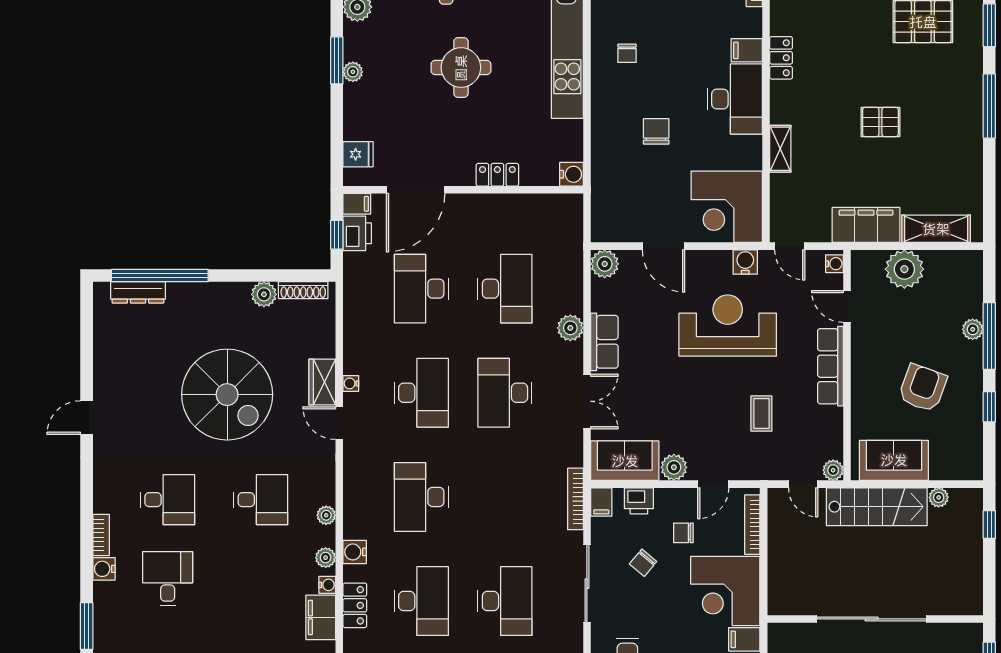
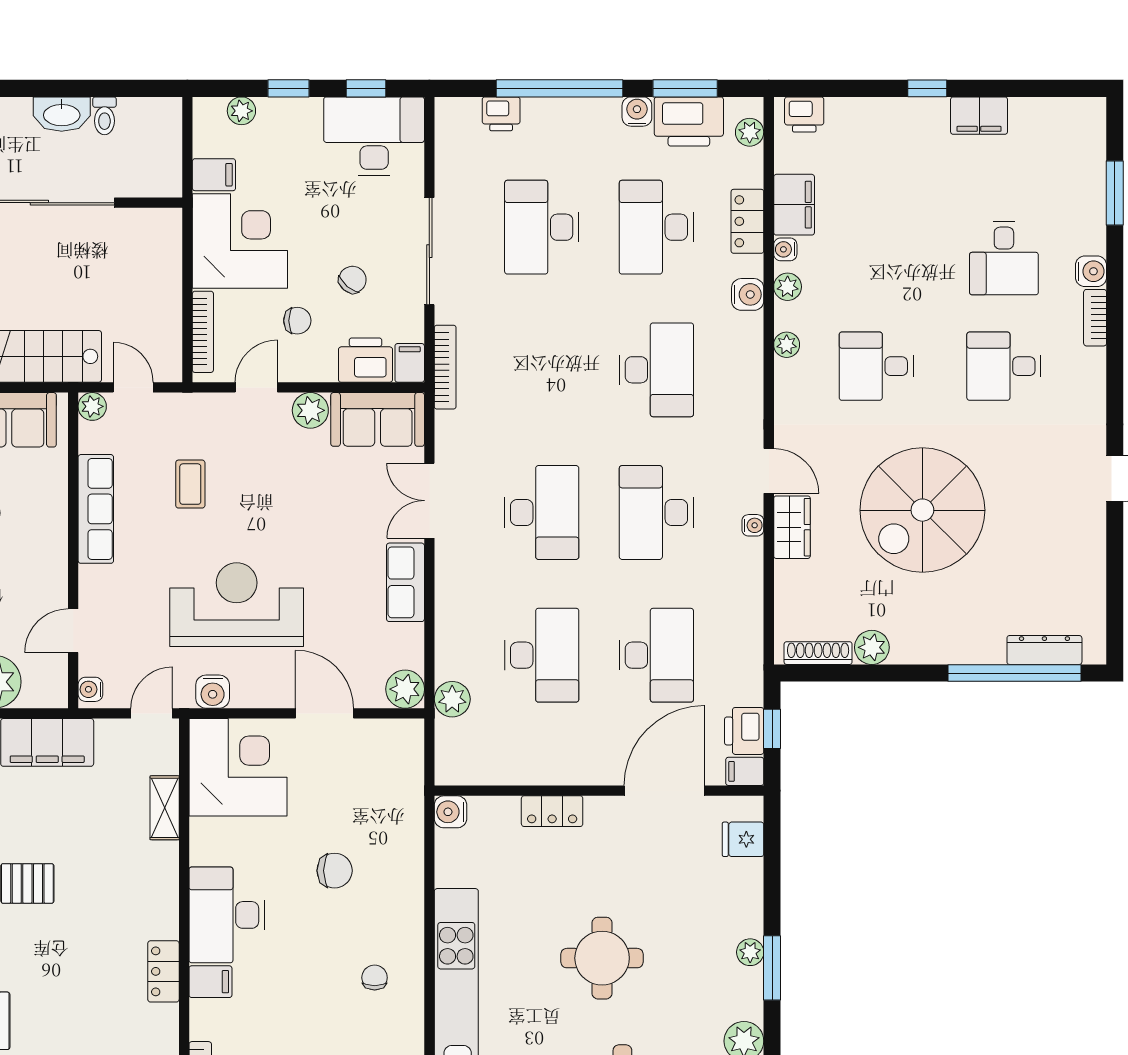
chair: (656, 131) -> (335, 871), turned -90
shelving: (780, 149) -> (165, 808), moved
door: (790, 246) -> (152, 713), hinge flipped
desk: (505, 289) -> (542, 655), turned 180
door: (847, 306) -> (73, 631), swing flipped
reception desk: (728, 326) -> (237, 605), turned 180
plant: (570, 328) -> (452, 699), moved
row of seats: (830, 366) -> (96, 509), moved
spiral stairs: (227, 395) -> (922, 510), turned -90
printer: (639, 501) -> (365, 360), width x1.36, depth x1.24

